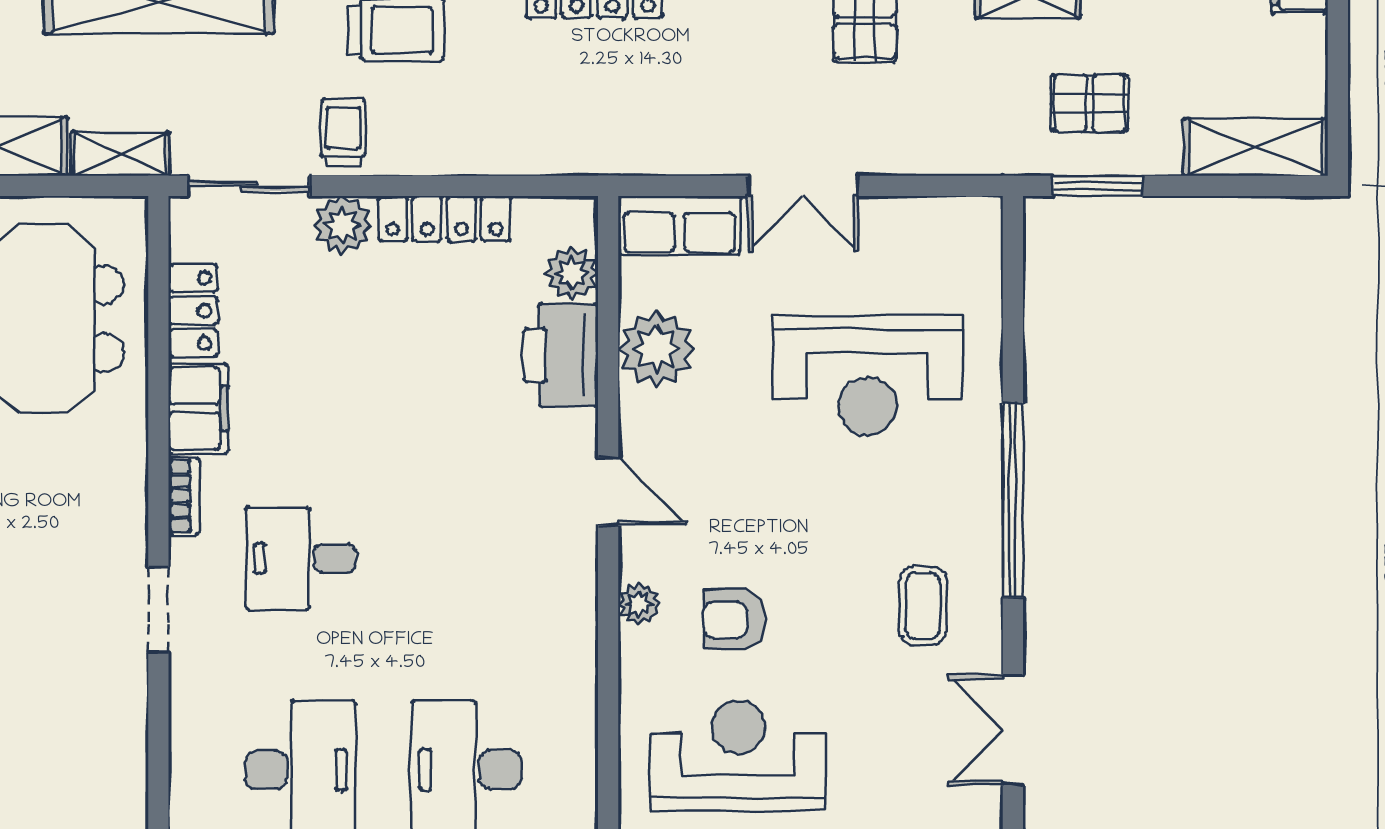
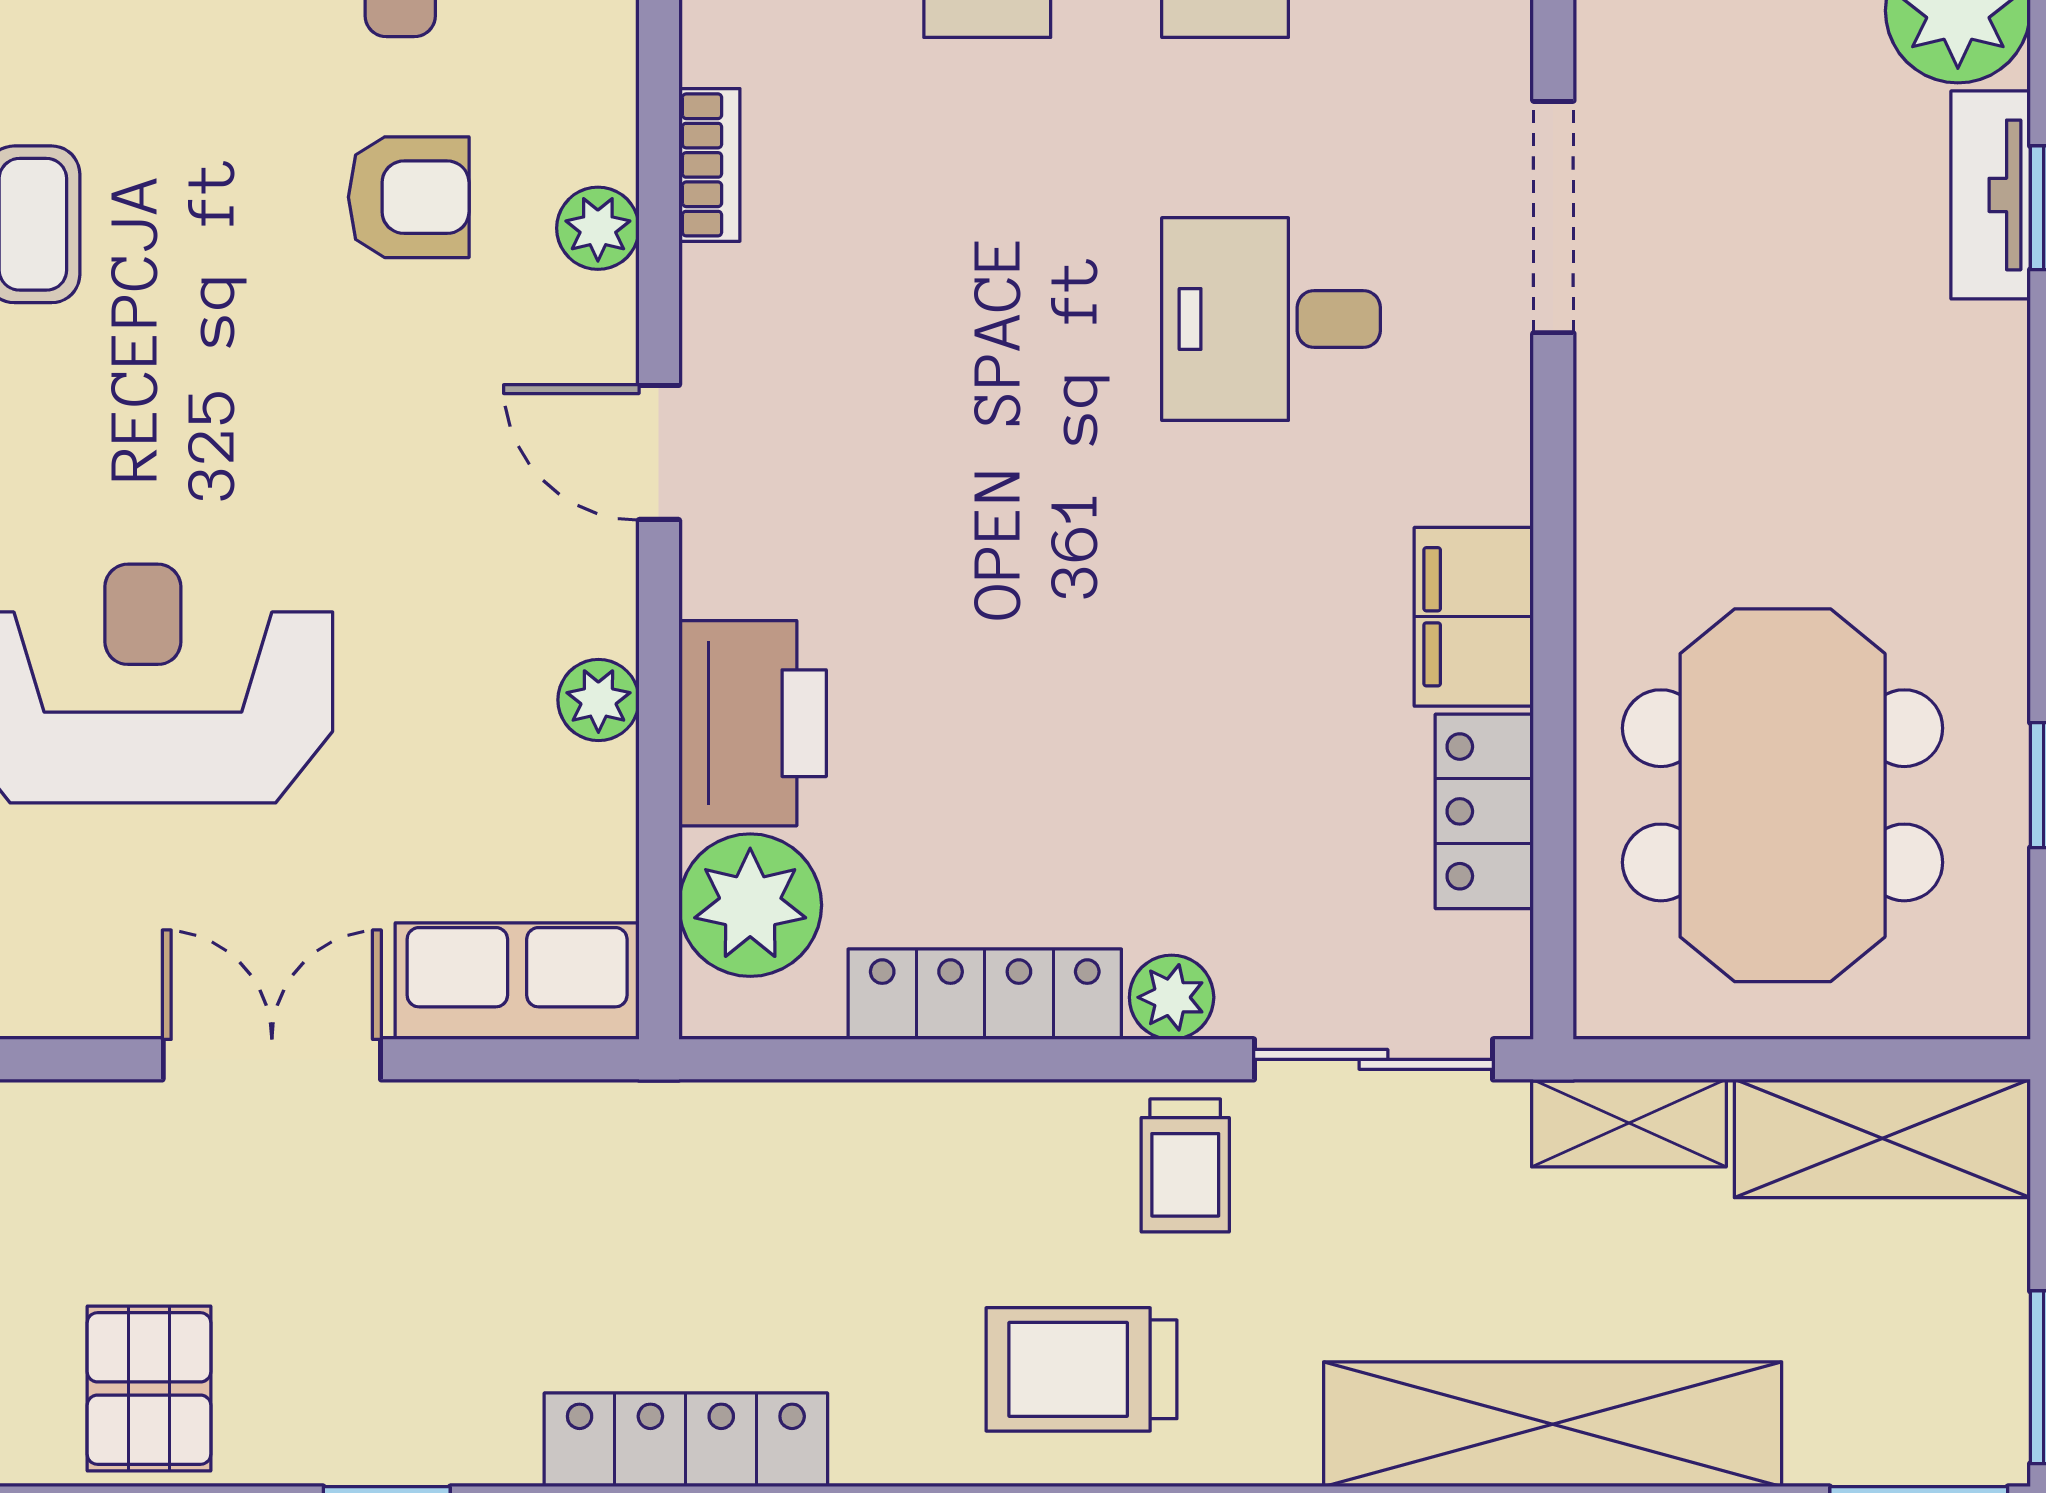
plant: (342, 225) -> (1172, 997), width x0.73, depth x0.73
plant: (572, 273) -> (750, 905), width x1.36, depth x1.36
plant: (656, 349) -> (598, 700), width x0.53, depth x0.53
bookcase: (184, 496) -> (709, 165), moved, turned 180
desk: (300, 558) -> (1271, 319), turned 180
doorway: (158, 610) -> (1553, 217), width x1.38

